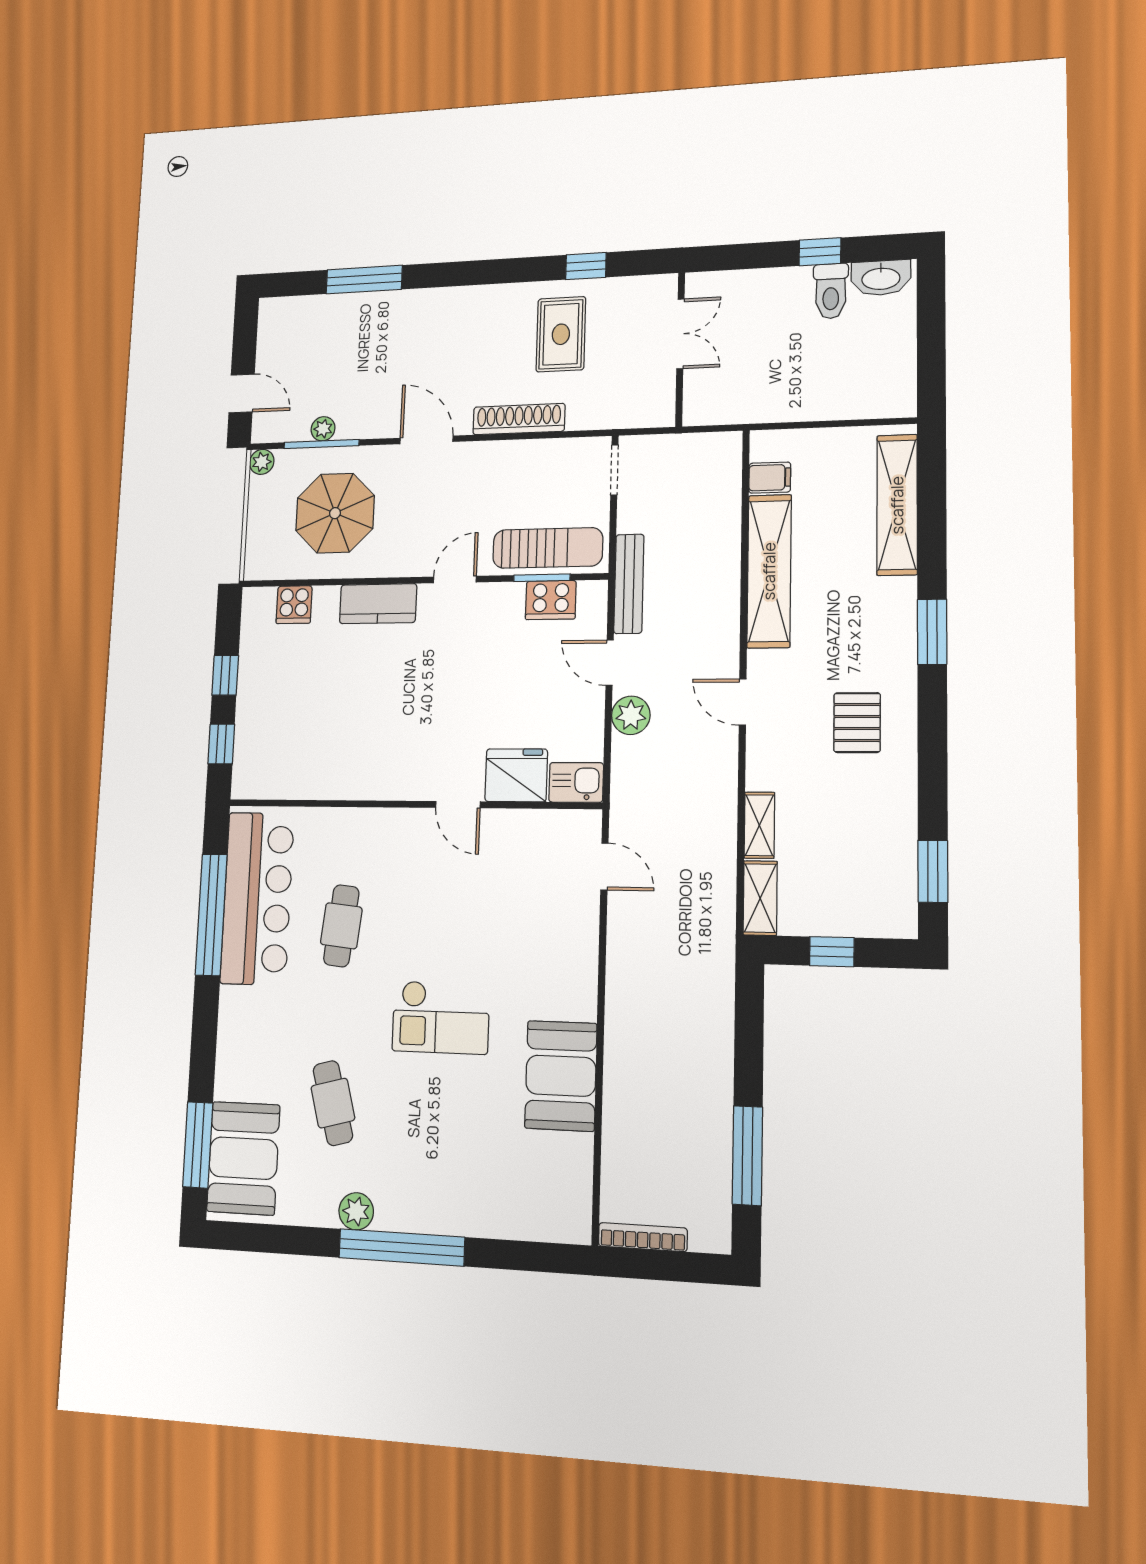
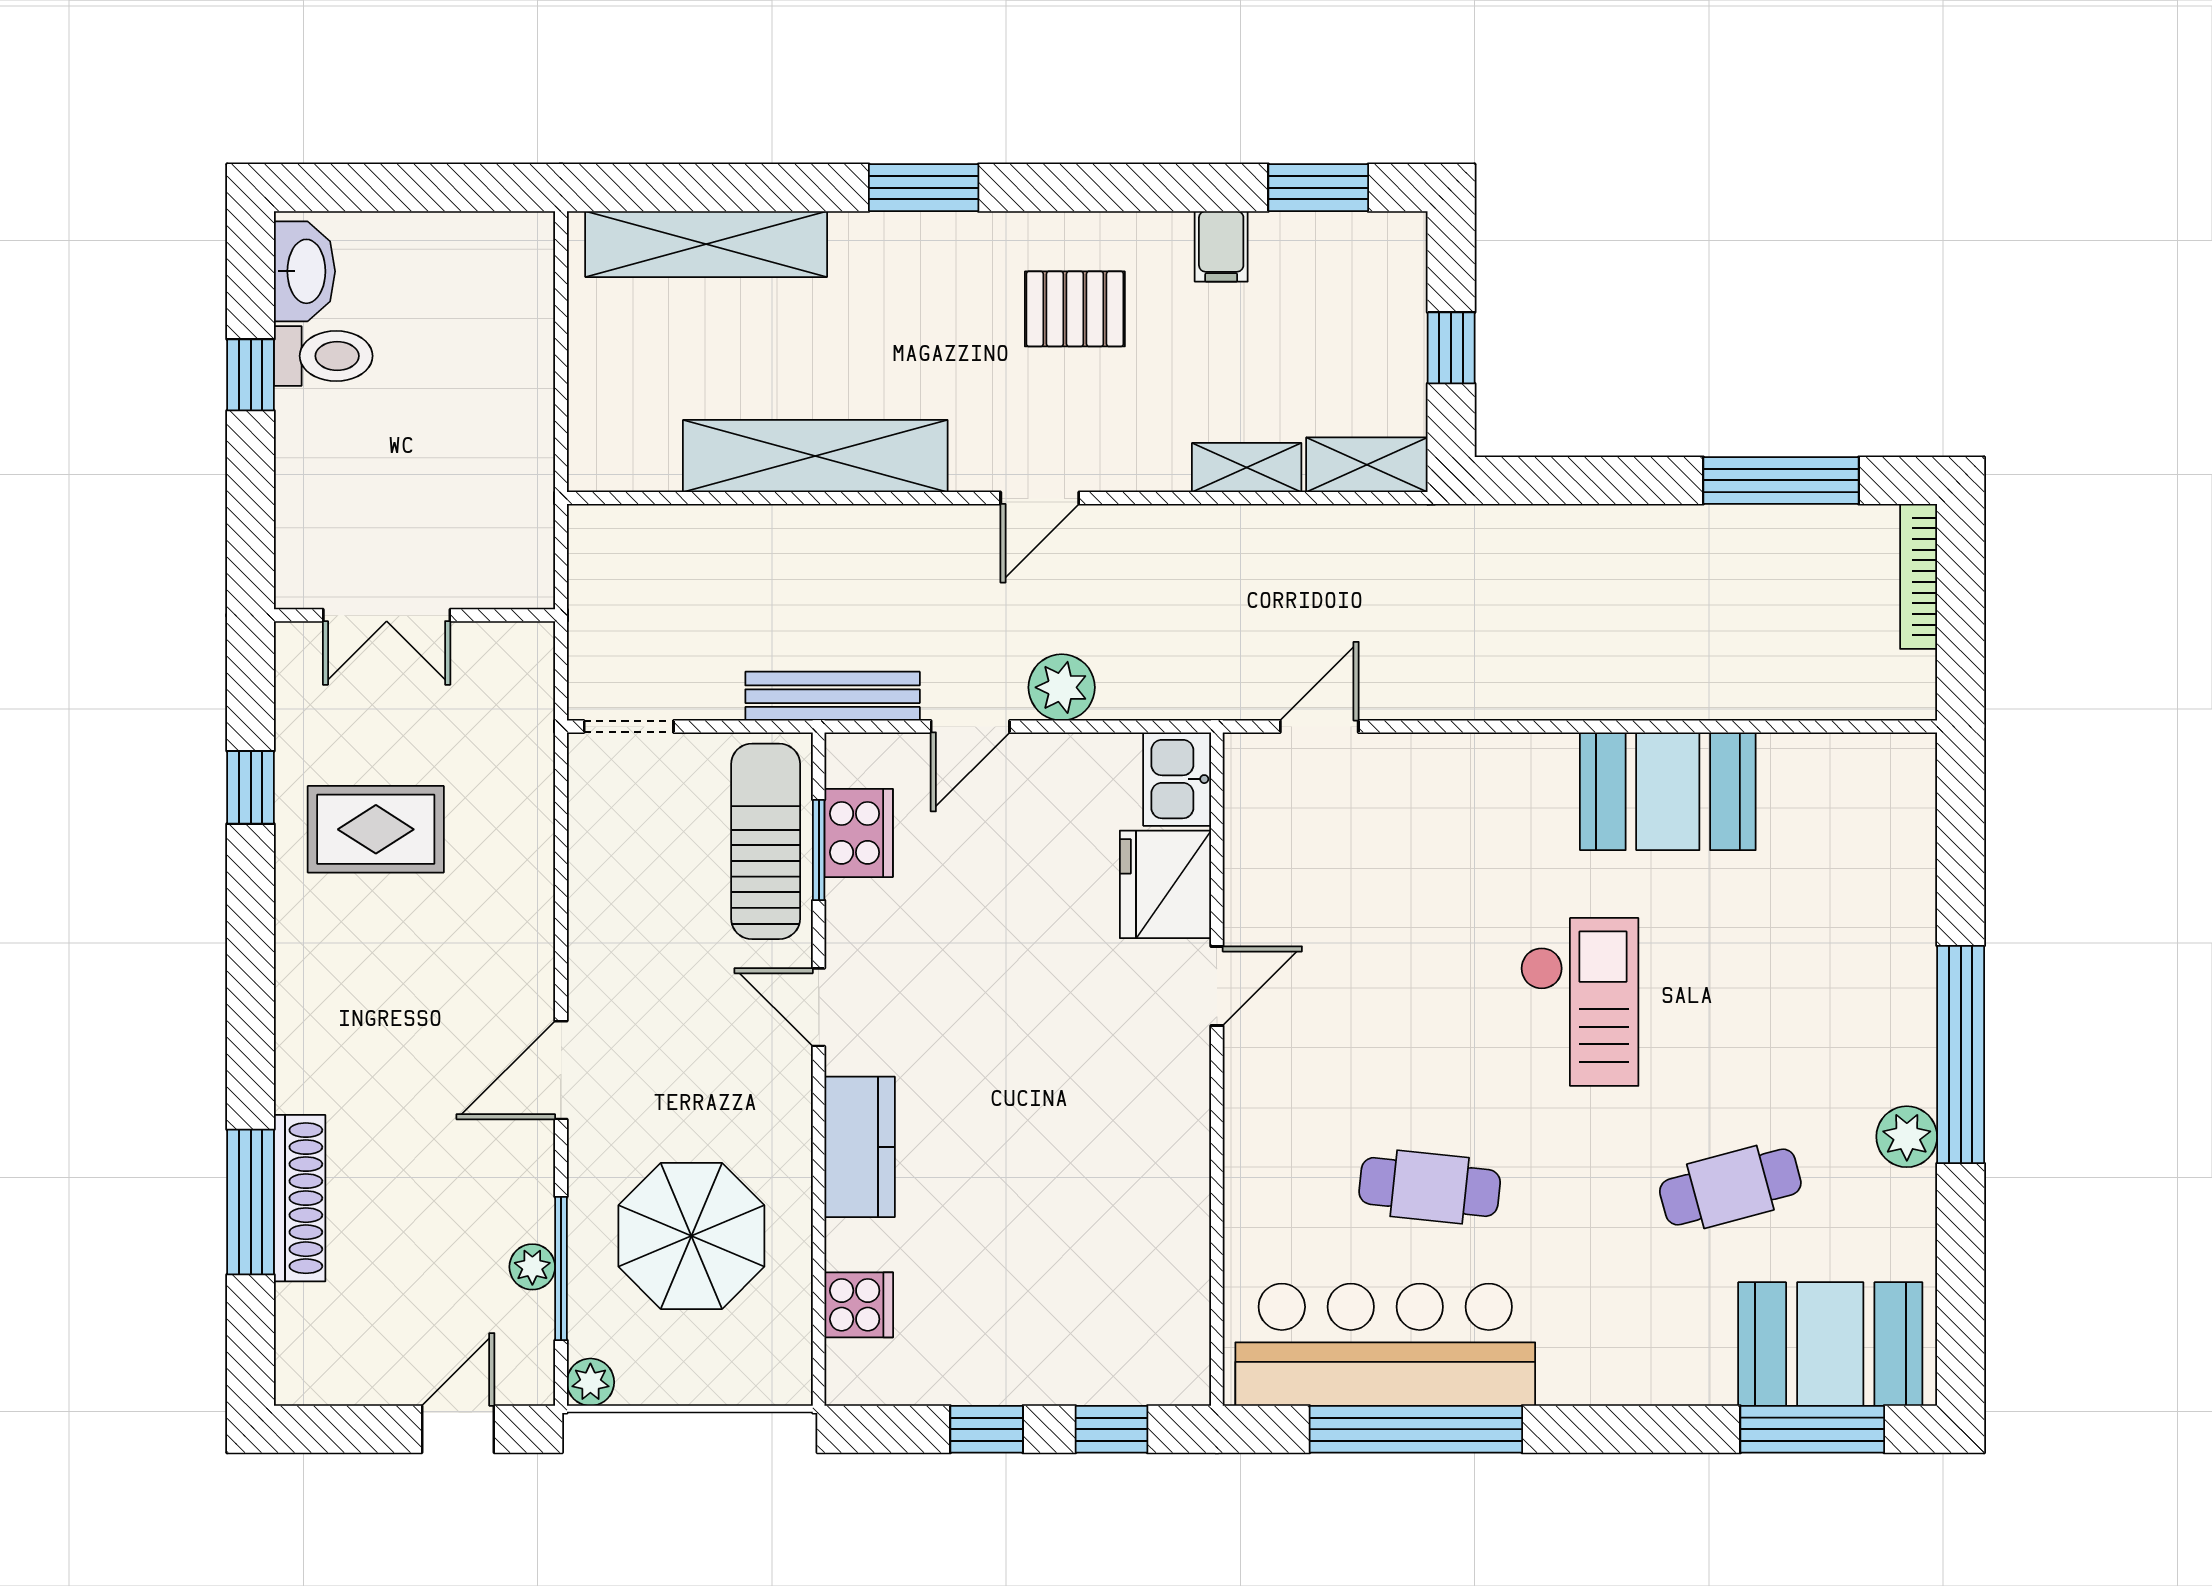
double door: (680, 334) -> (387, 615), swing flipped
shoe rack: (519, 419) -> (300, 1198), moved, turned 180
filing cabinet: (770, 478) -> (1221, 246), moved, turned 180
bookcase: (643, 1237) -> (1919, 576), moved

